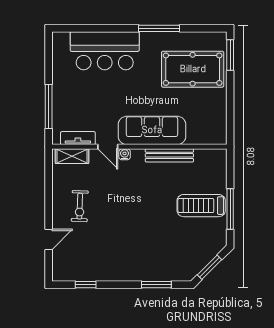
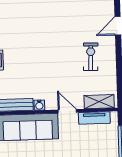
water cooler: (125, 154) -> (39, 105), moved

